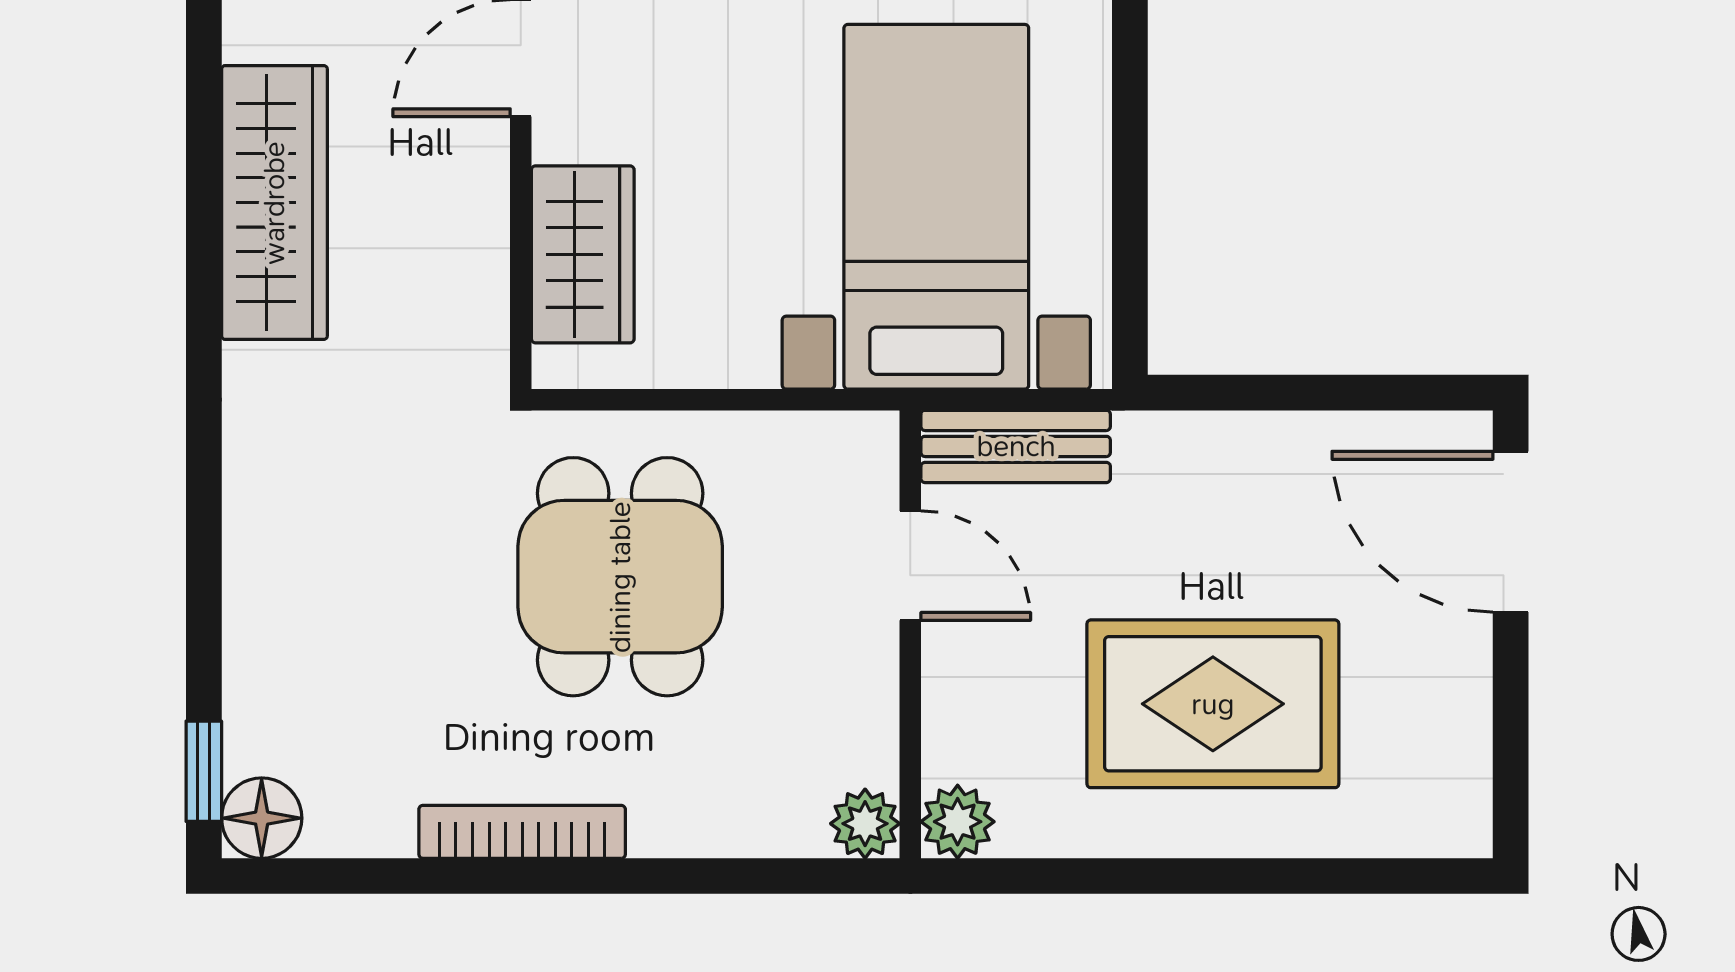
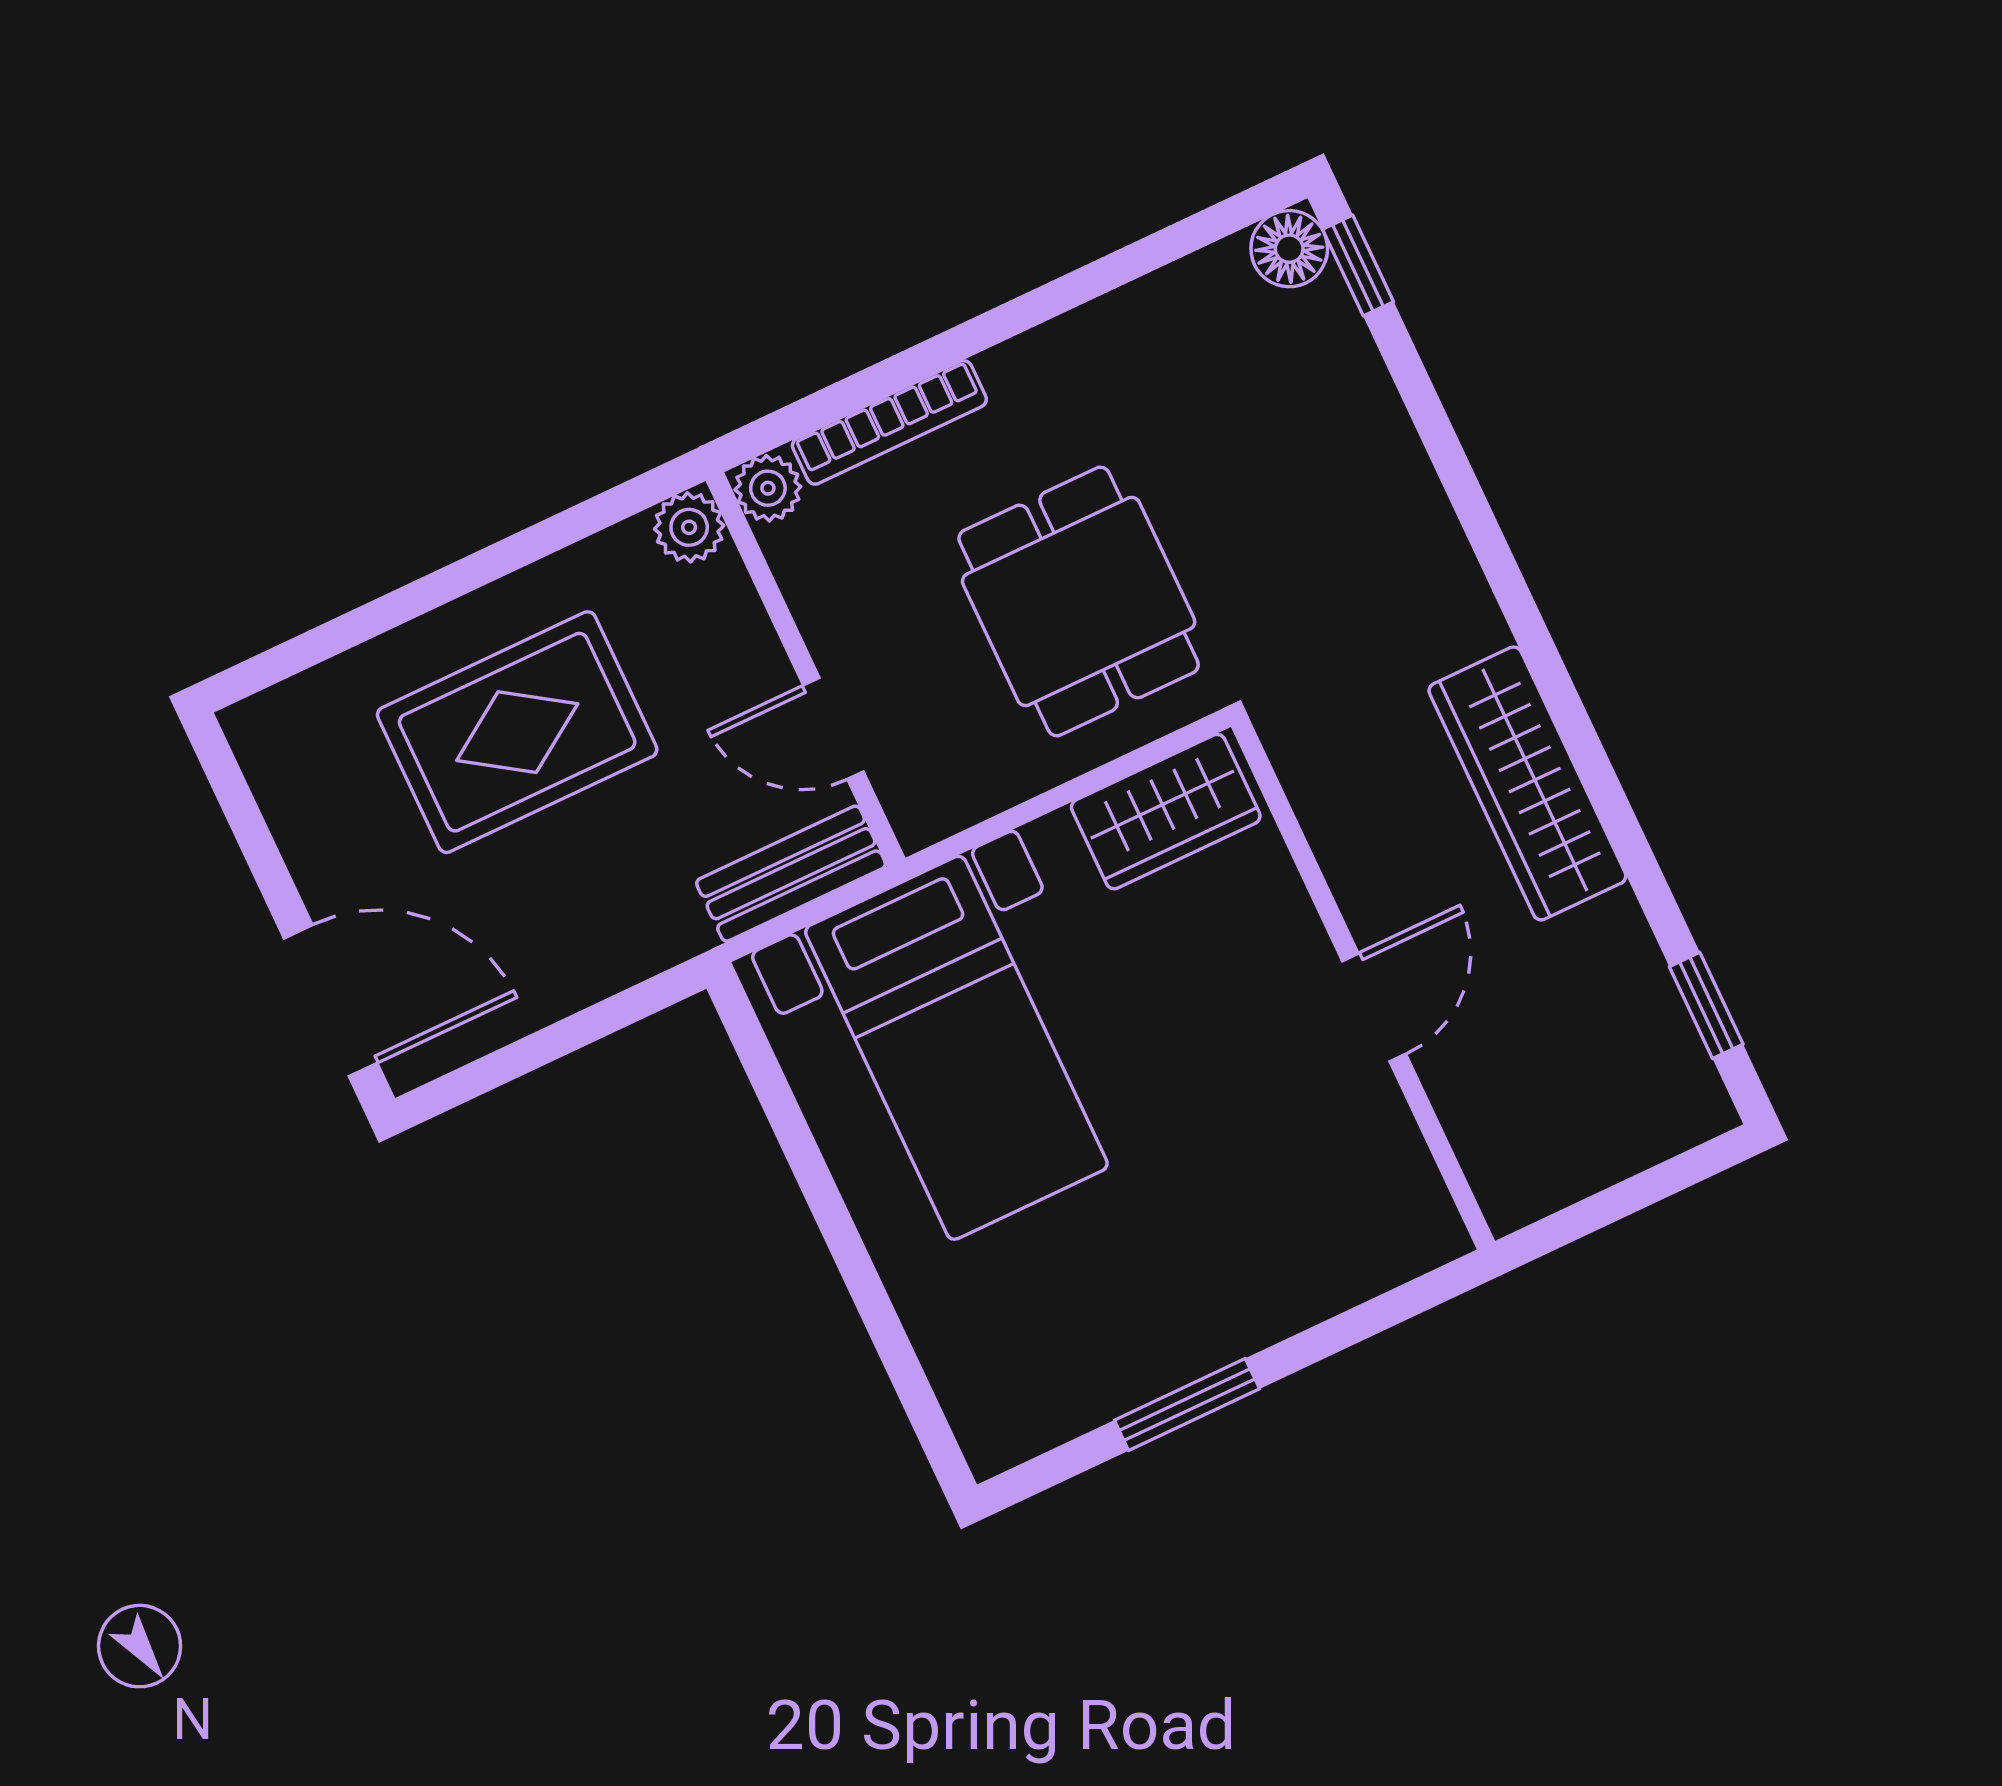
wardrobe: (583, 254) -> (1166, 812), moved, turned -90
bookcase: (522, 832) -> (889, 422), moved

